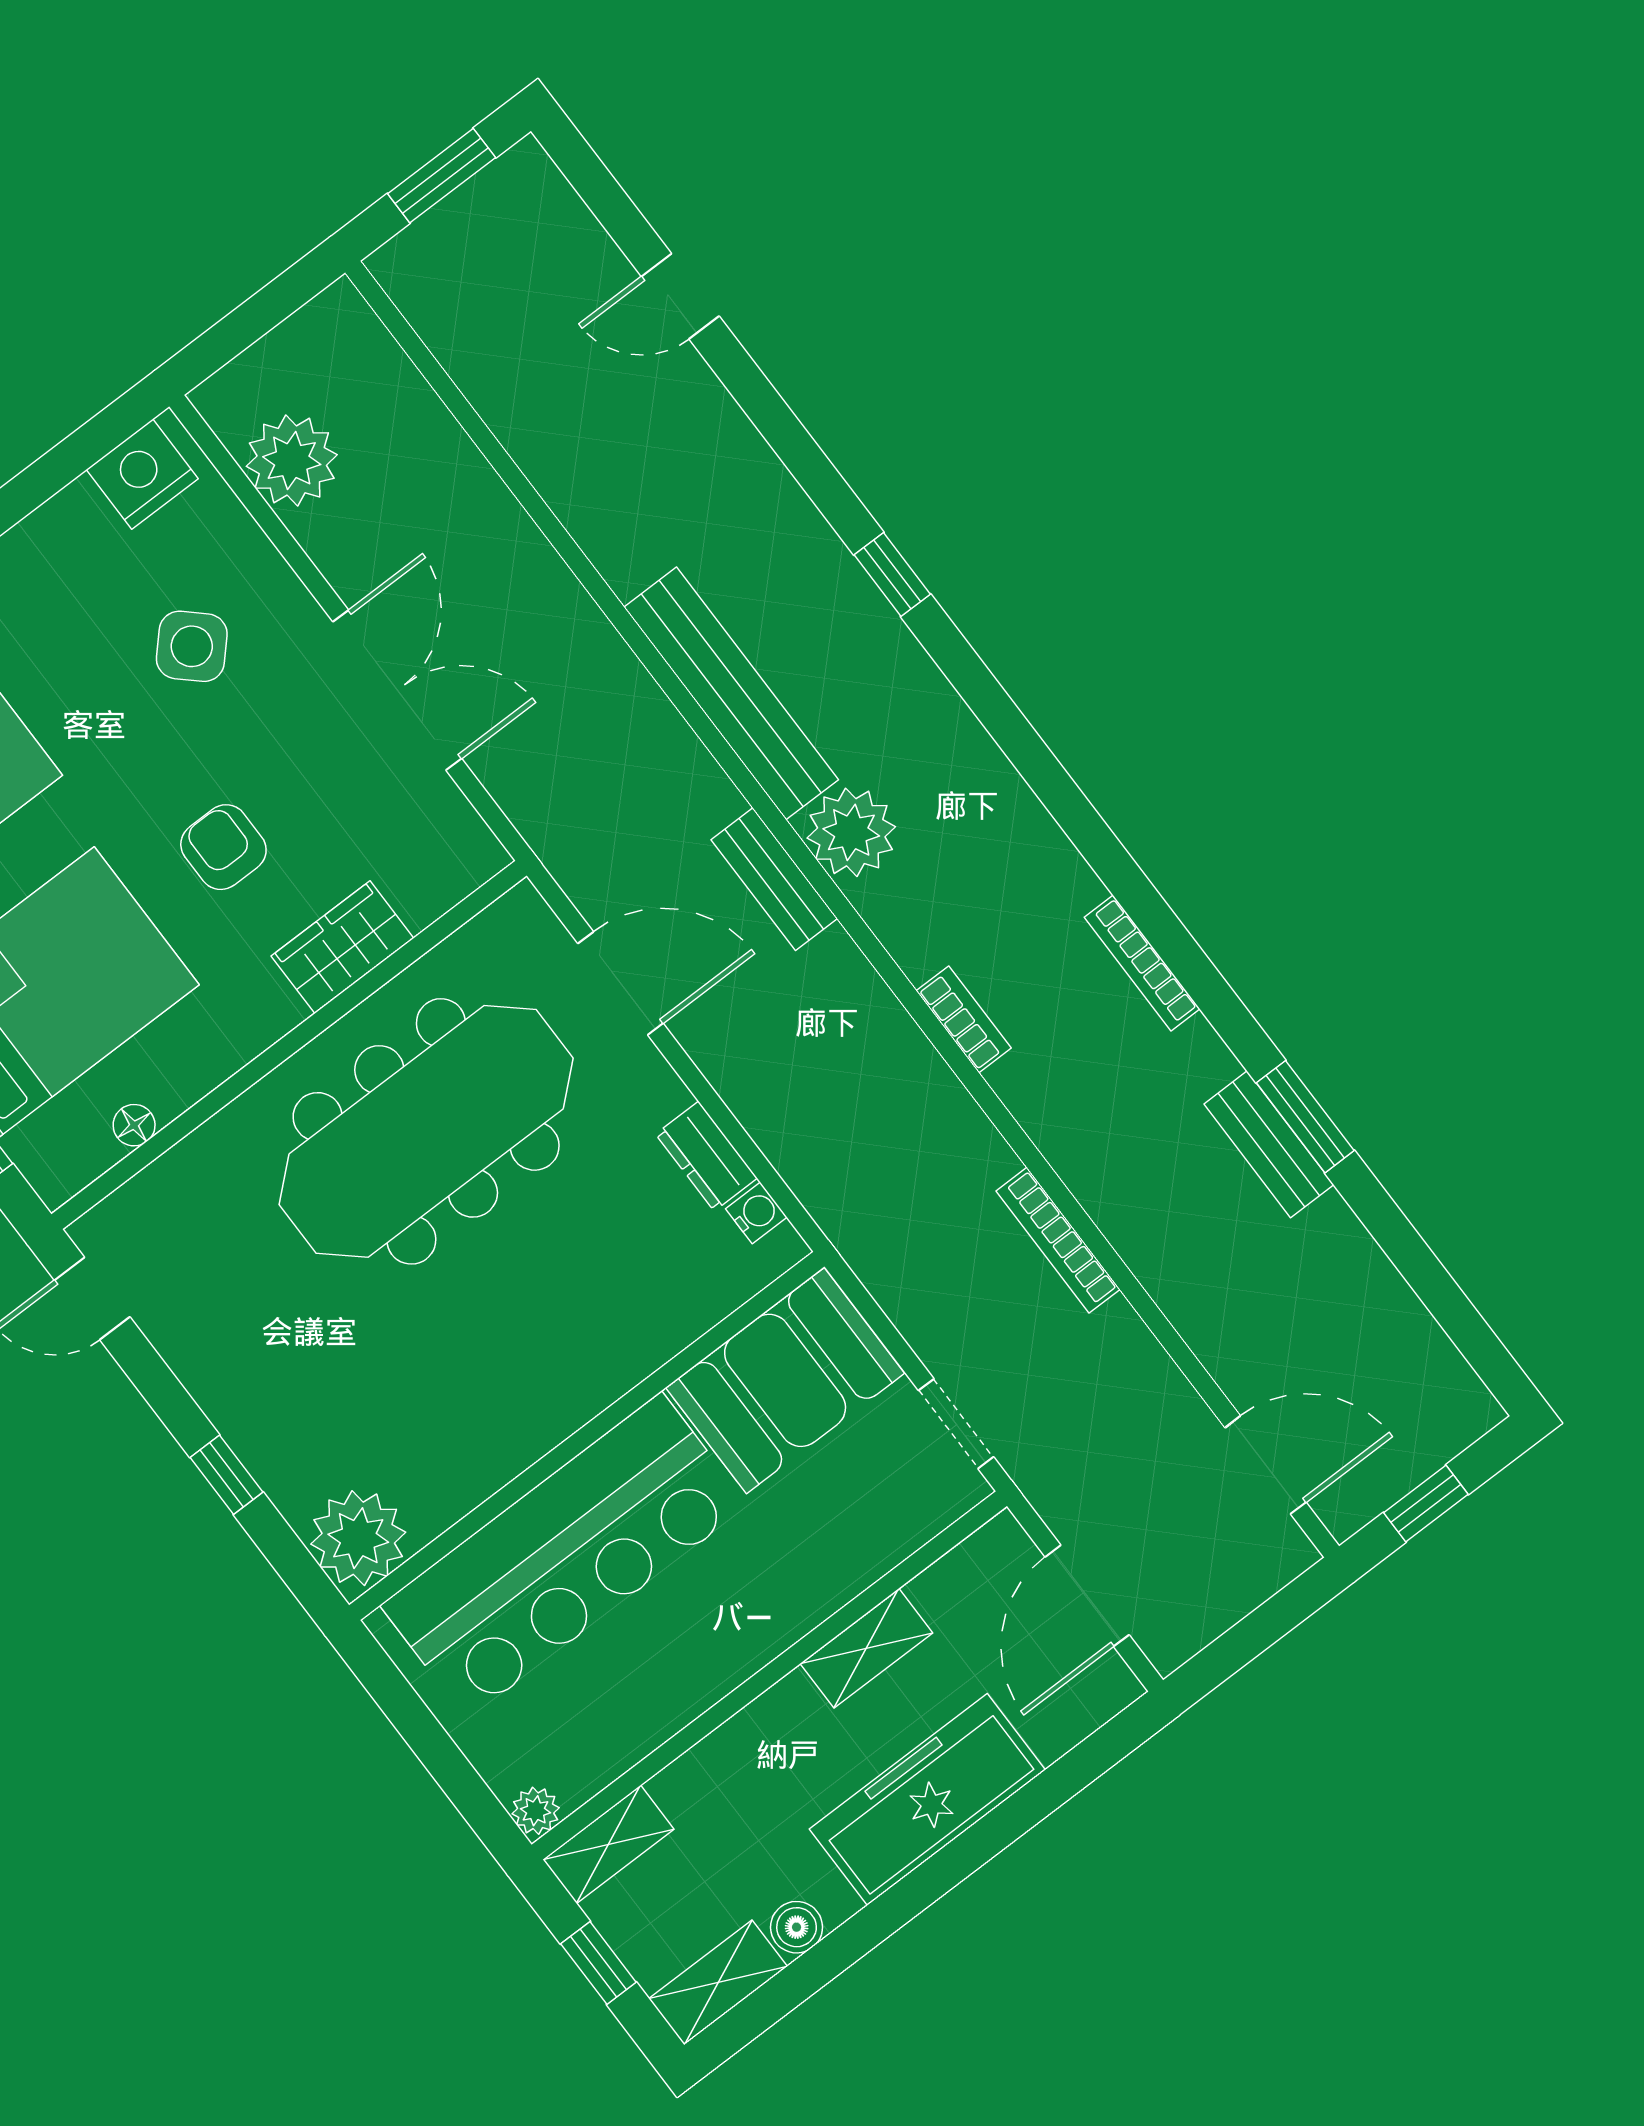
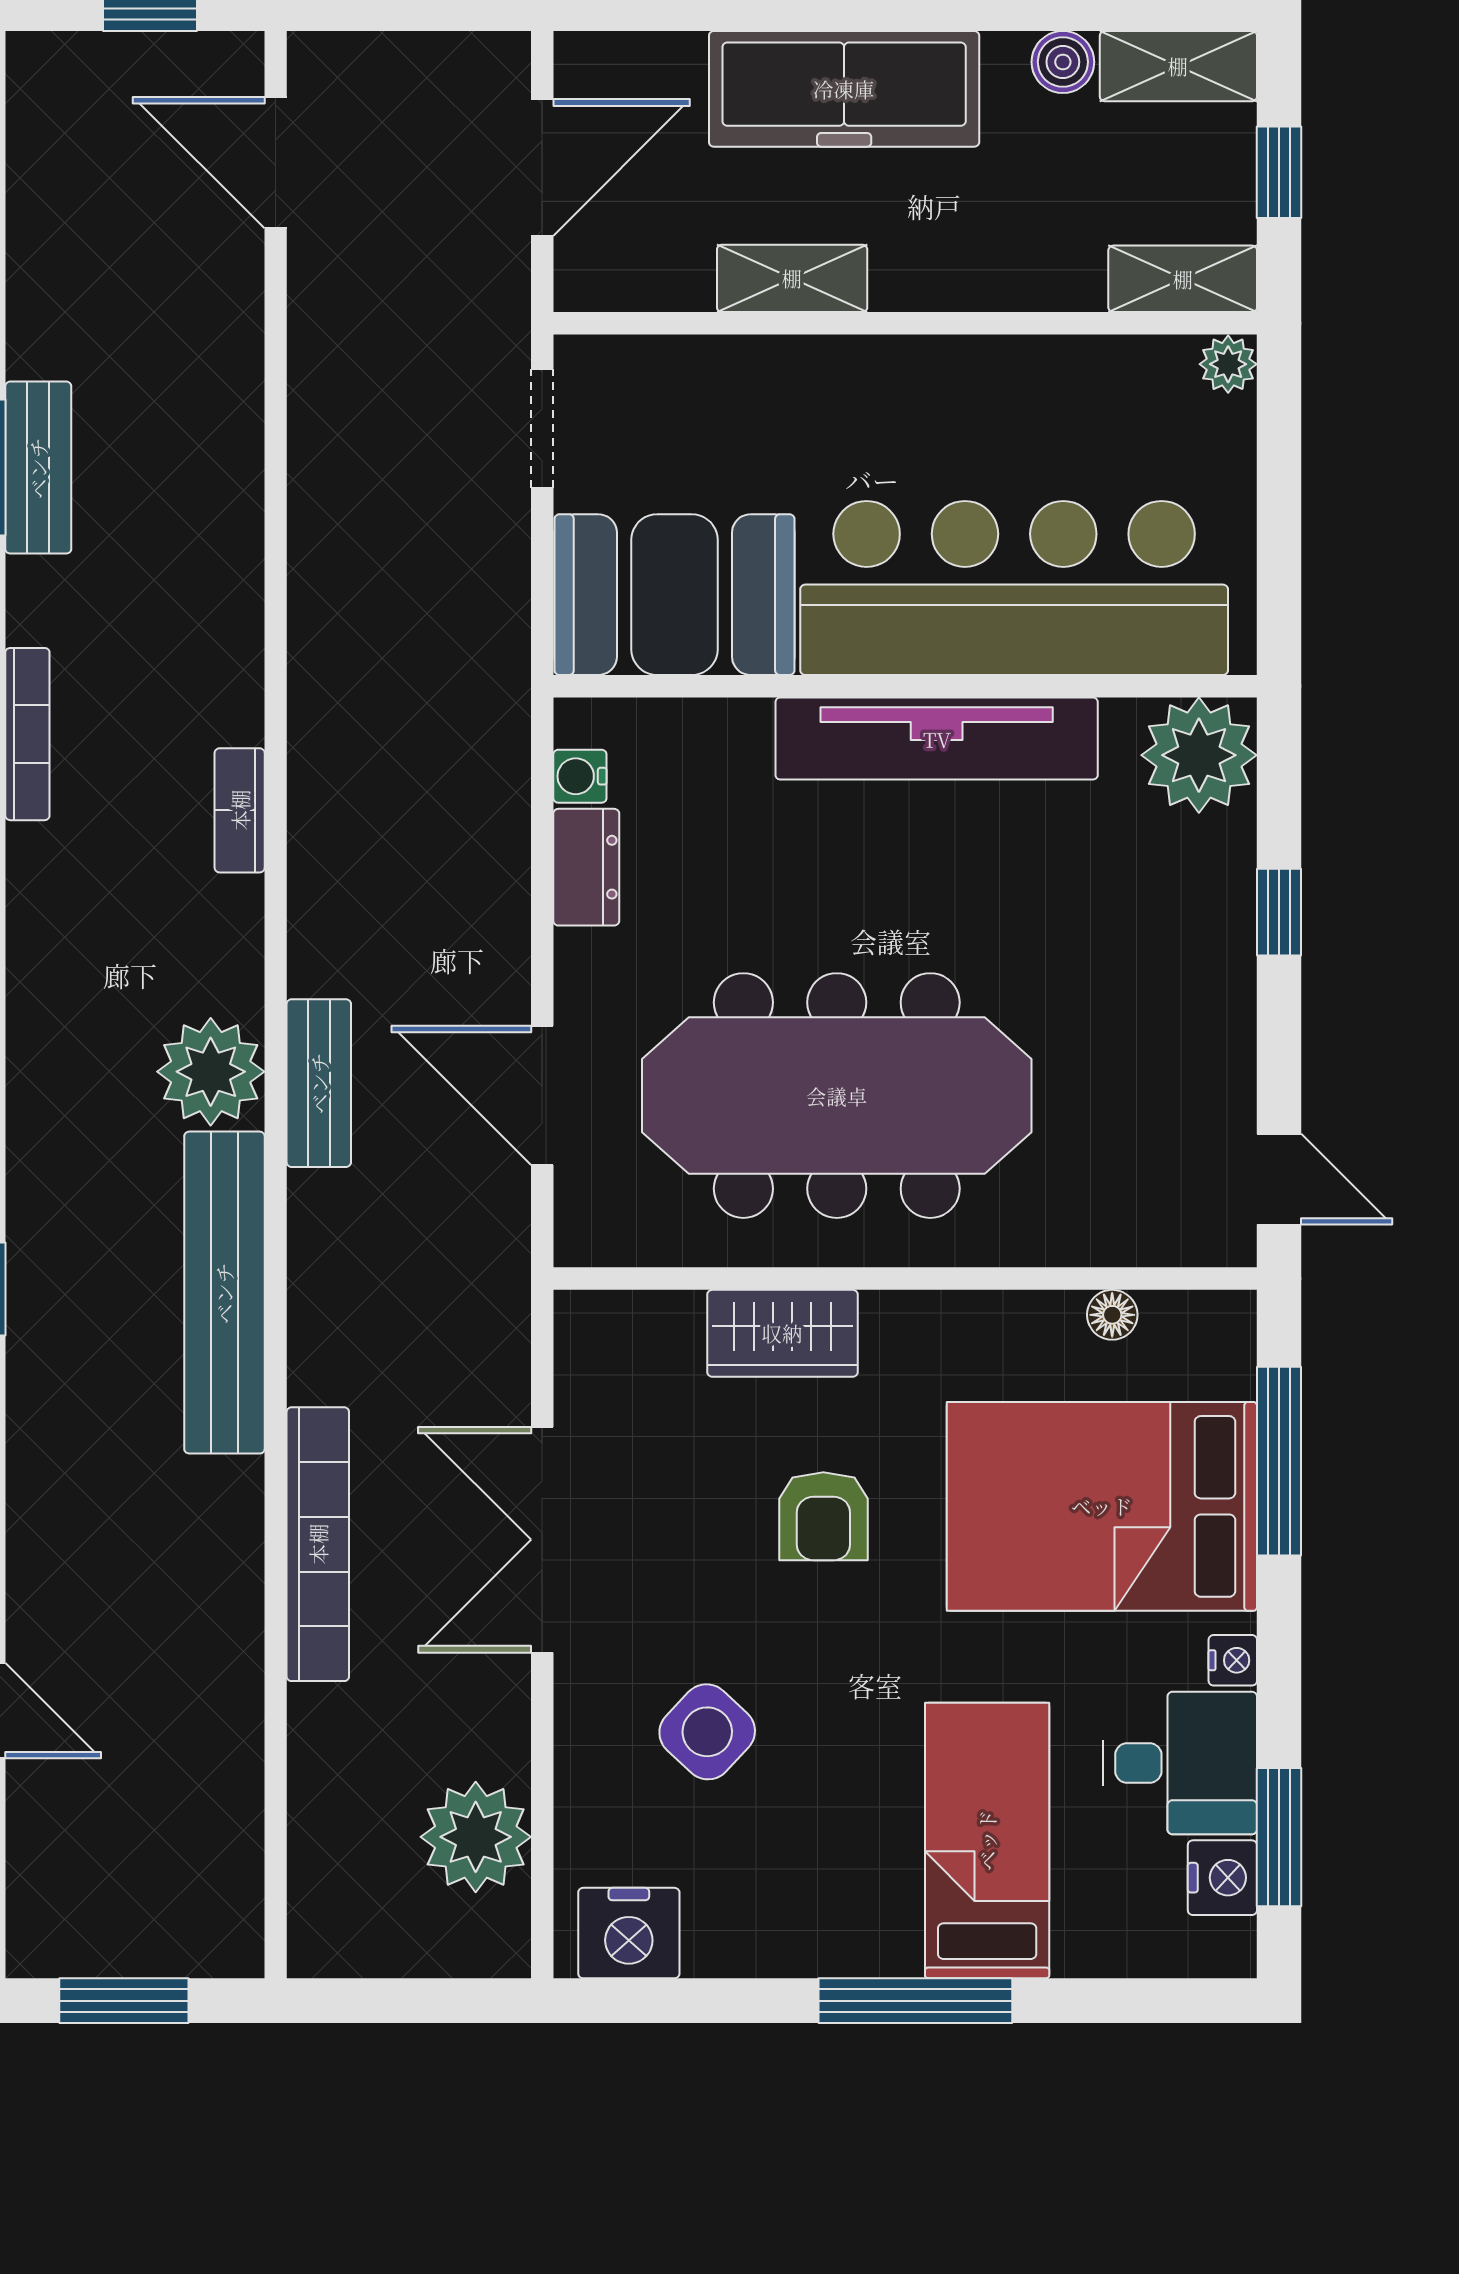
bookcase: (1058, 1240) -> (318, 1544), moved, width x1.48, depth x1.31
tv unit: (540, 1417) -> (937, 739), added

